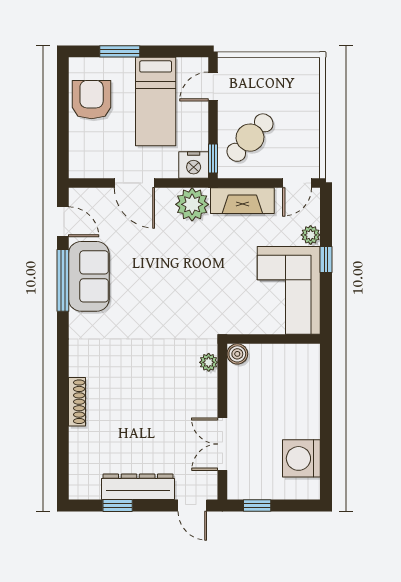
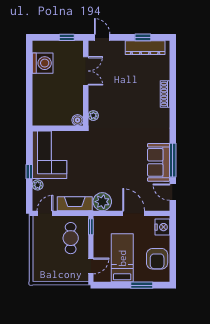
cafe table: (250, 138) -> (71, 238), turned -43
nightstand: (194, 165) -> (162, 227), moved, turned 90
dresser: (138, 487) -> (145, 48), moved

